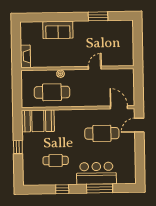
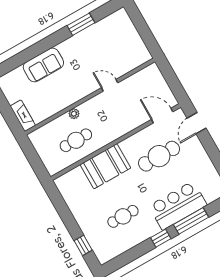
door: (95, 68) -> (110, 85), hinge flipped
cafe table: (52, 92) -> (76, 140), width x0.73, depth x0.74
booth: (38, 121) -> (105, 166), moved
window: (18, 147) -> (83, 245), moved
window: (62, 189) -> (161, 238), moved

